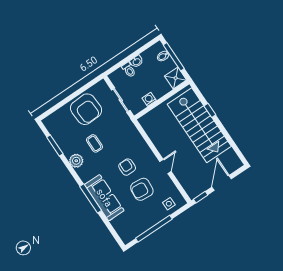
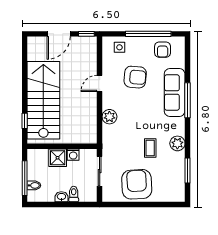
shower: (176, 78) -> (58, 158), moved
window: (210, 110) -> (25, 121), moved
plant: (141, 146) -> (109, 117), added
armchair: (127, 167) -> (163, 50), moved

